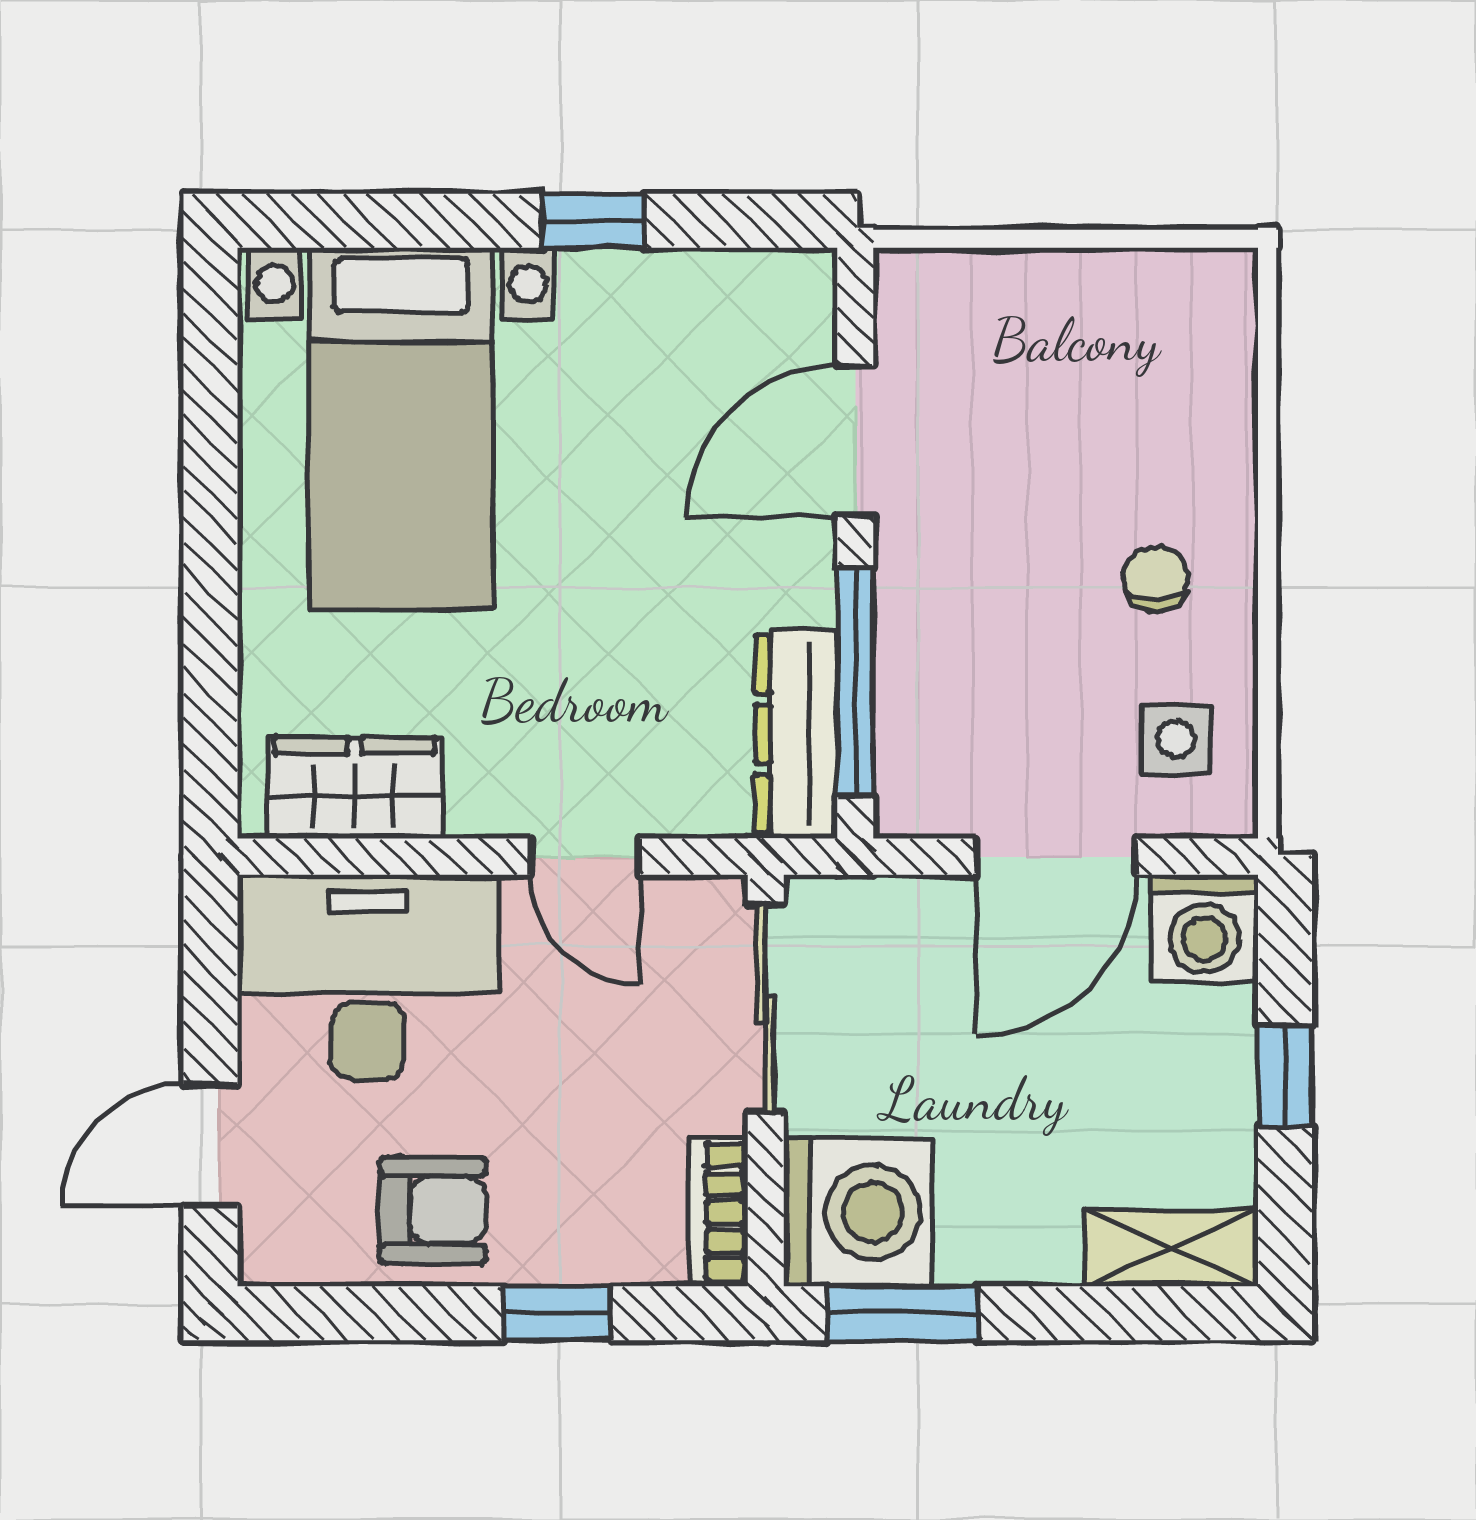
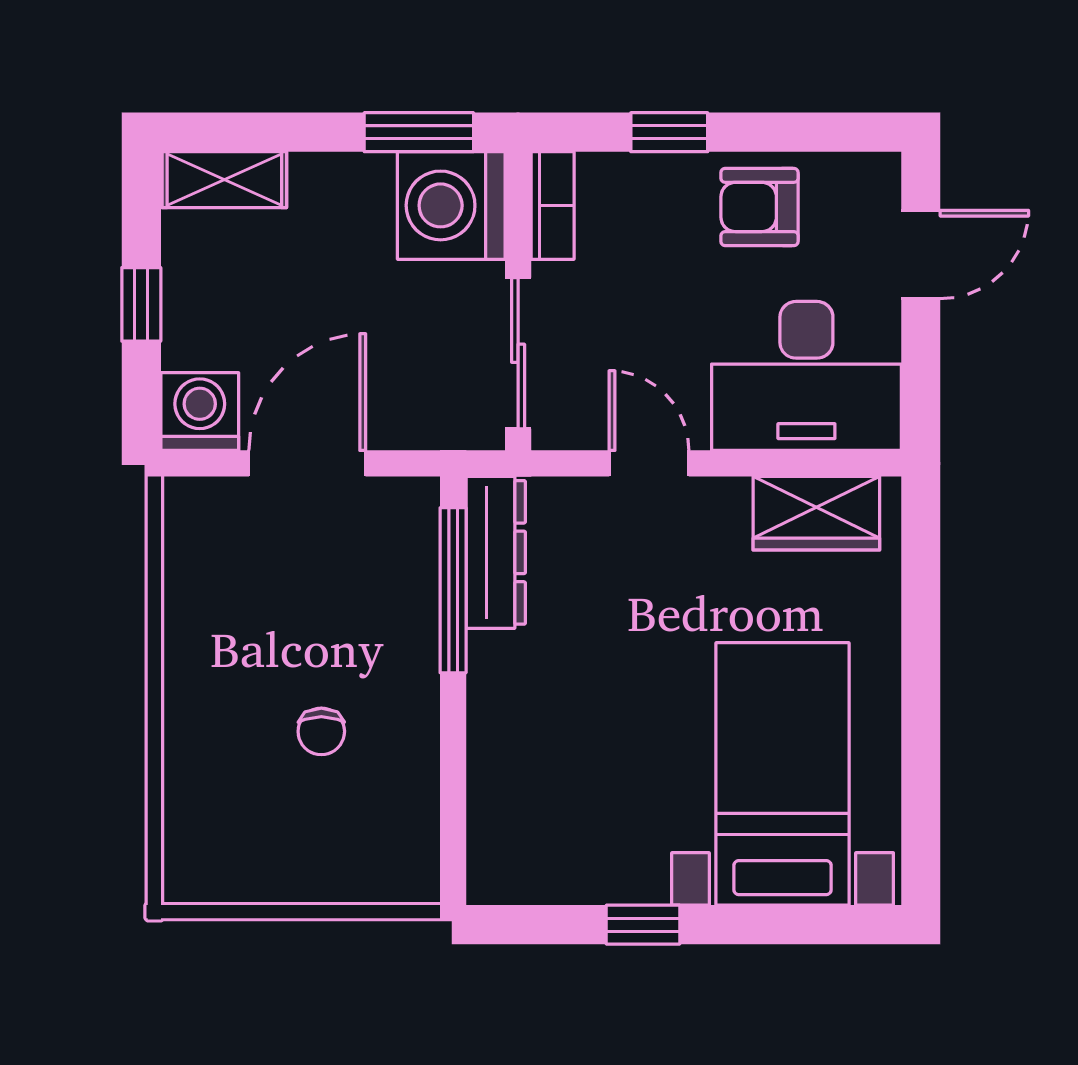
door: (855, 441) -> (453, 765), removed
chair: (1156, 579) -> (321, 731), moved
side table: (1176, 740) -> (220, 548), removed

